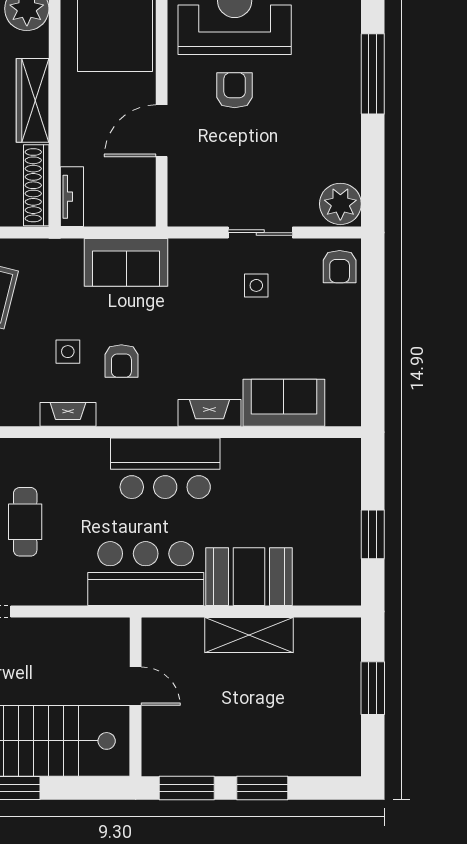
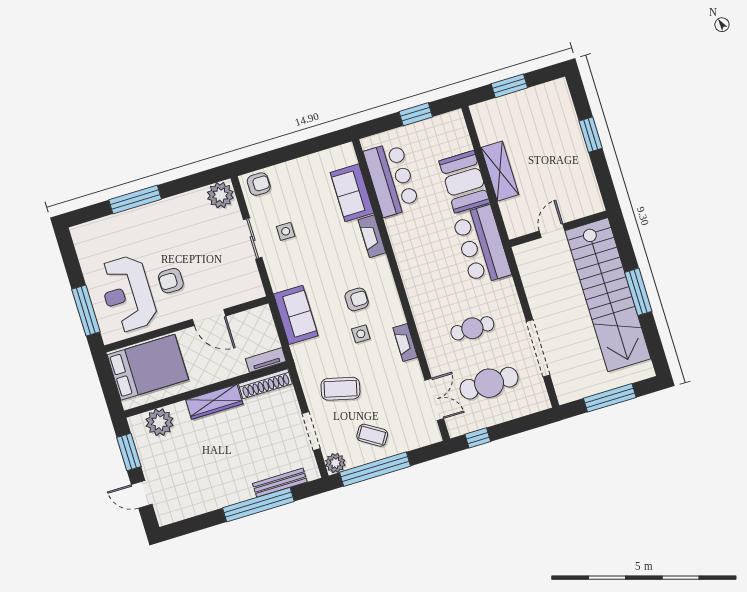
fireplace: (68, 414) -> (405, 342), moved
bar counter: (165, 468) -> (391, 179), moved
window: (187, 788) -> (605, 181), removed

